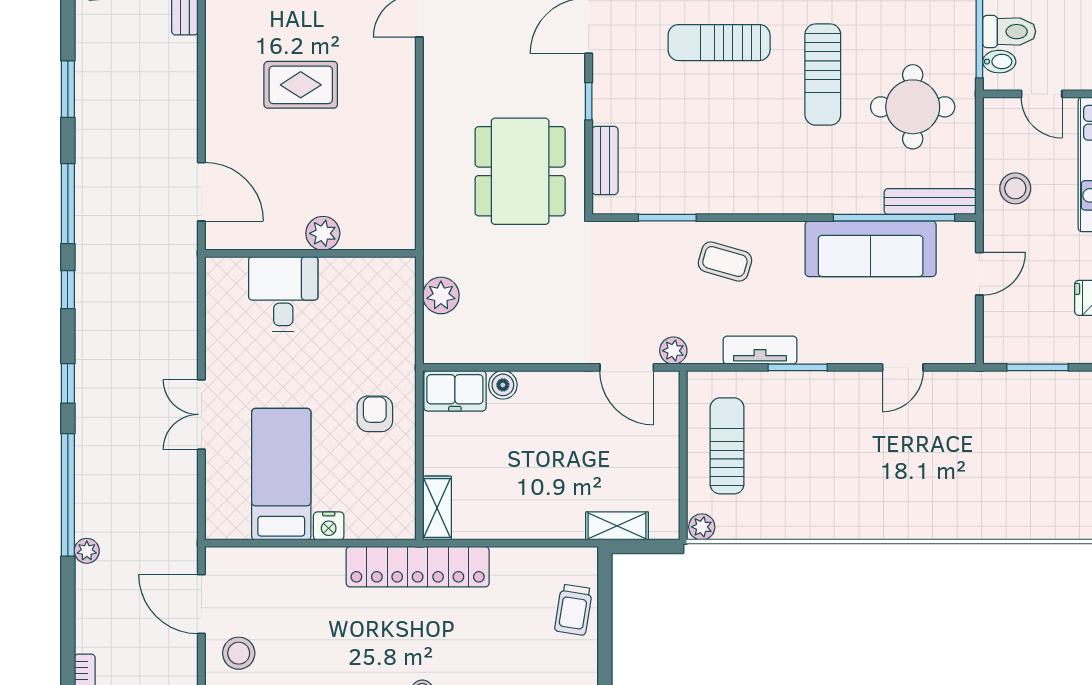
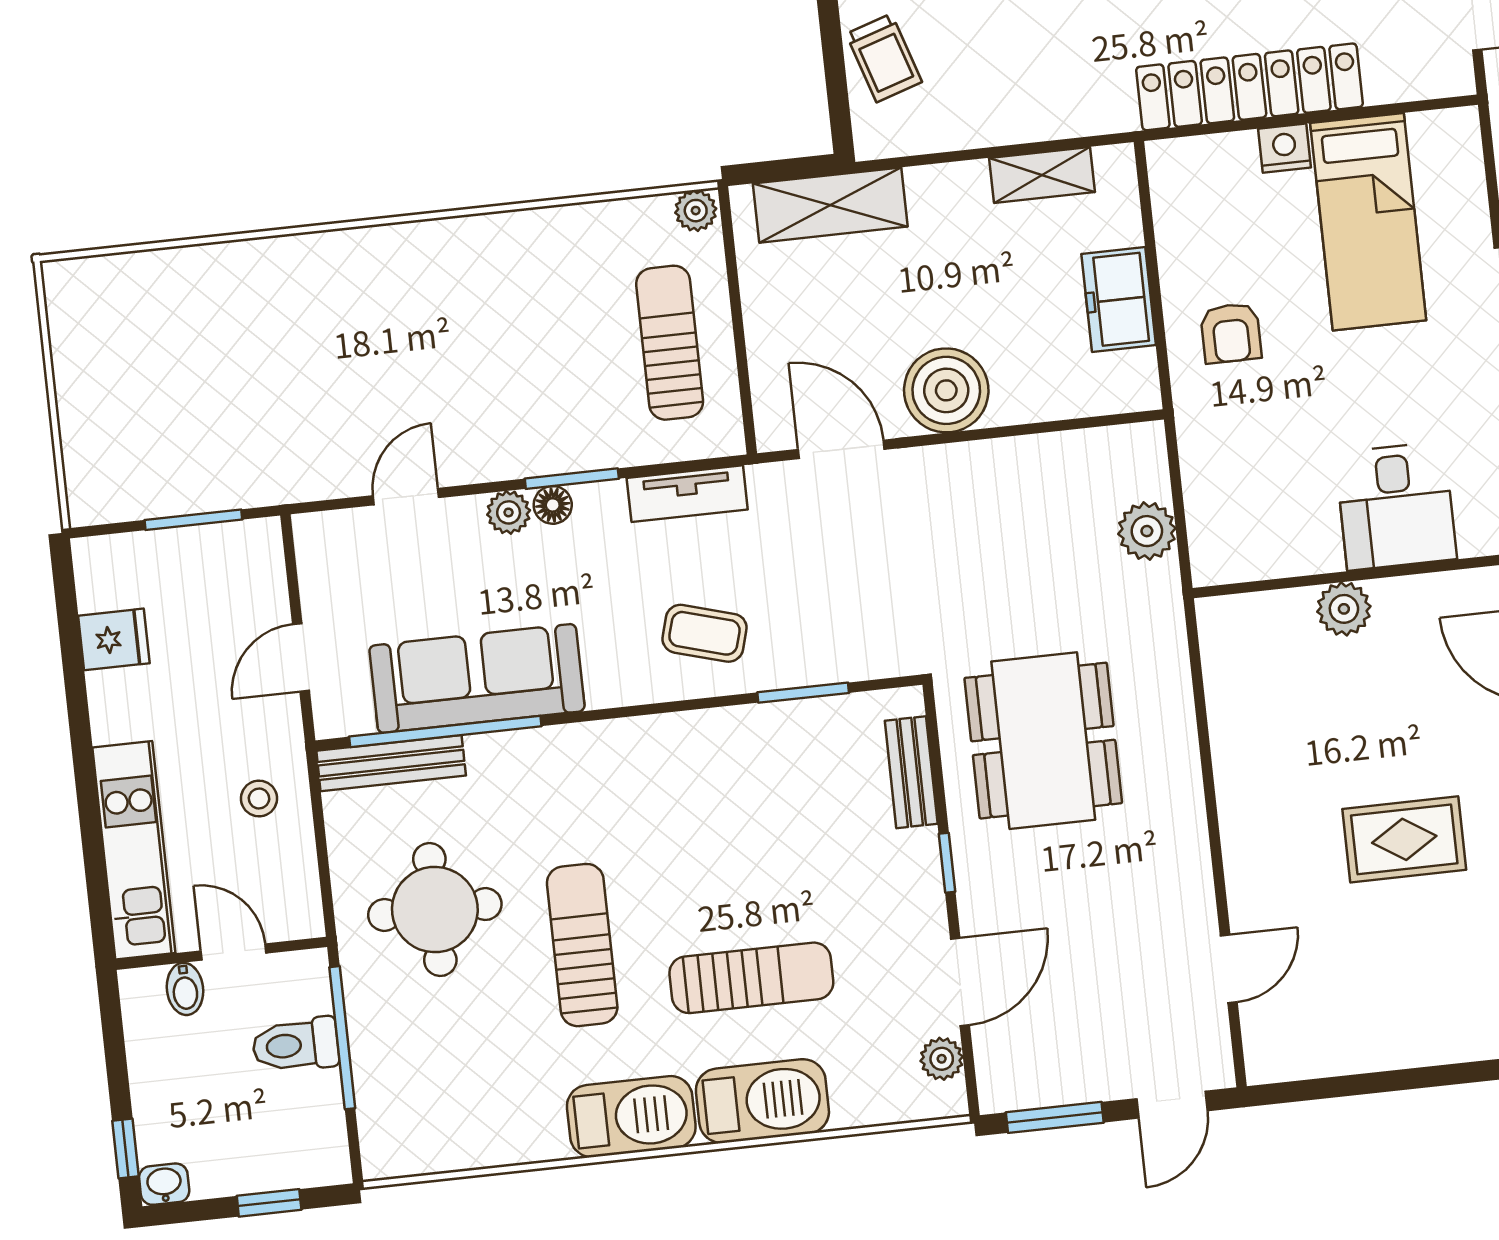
bidet: (999, 62) -> (185, 989), moved, turned -90
stool: (1015, 188) -> (259, 798), width x0.73, depth x0.73
tv unit: (760, 350) -> (687, 494), moved
plant: (673, 351) -> (509, 512), moved
floor lamp: (811, 352) -> (553, 505), added
boiler: (503, 385) -> (946, 390), moved, width x1.86, depth x1.86
freezer: (455, 391) -> (1119, 300), moved, turned -90
sun lounger: (727, 446) -> (670, 343), turned 180
shelving: (437, 508) -> (1042, 175), moved, turned 90
shelving: (617, 526) -> (830, 205), width x1.50, depth x1.33
locker: (418, 567) -> (1249, 87), moved
trolley: (573, 610) -> (884, 58), turned 153

